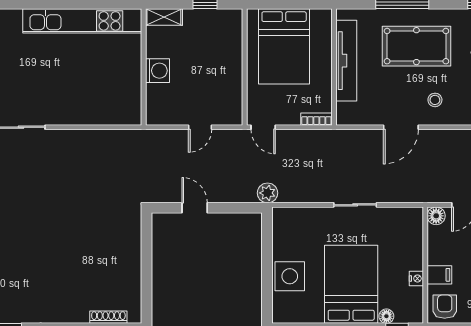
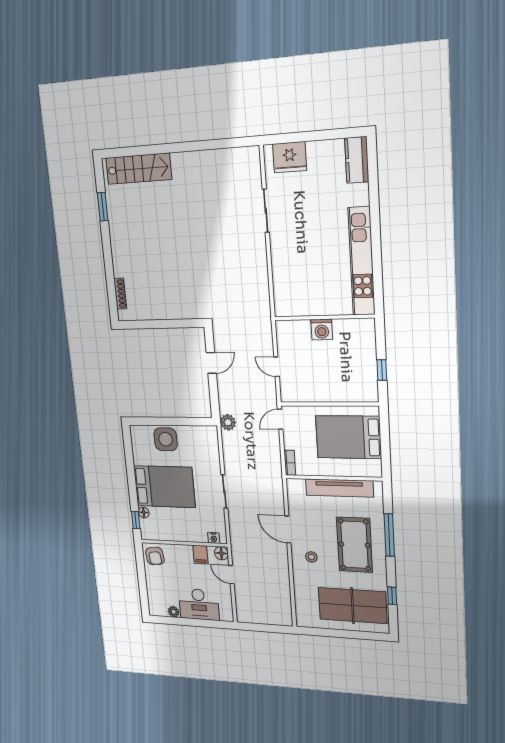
shelving: (164, 17) -> (369, 334), removed
filing cabinet: (439, 275) -> (200, 555), moved
nightstand: (416, 278) -> (214, 538), moved
armchair: (445, 307) -> (155, 556), turned 83

